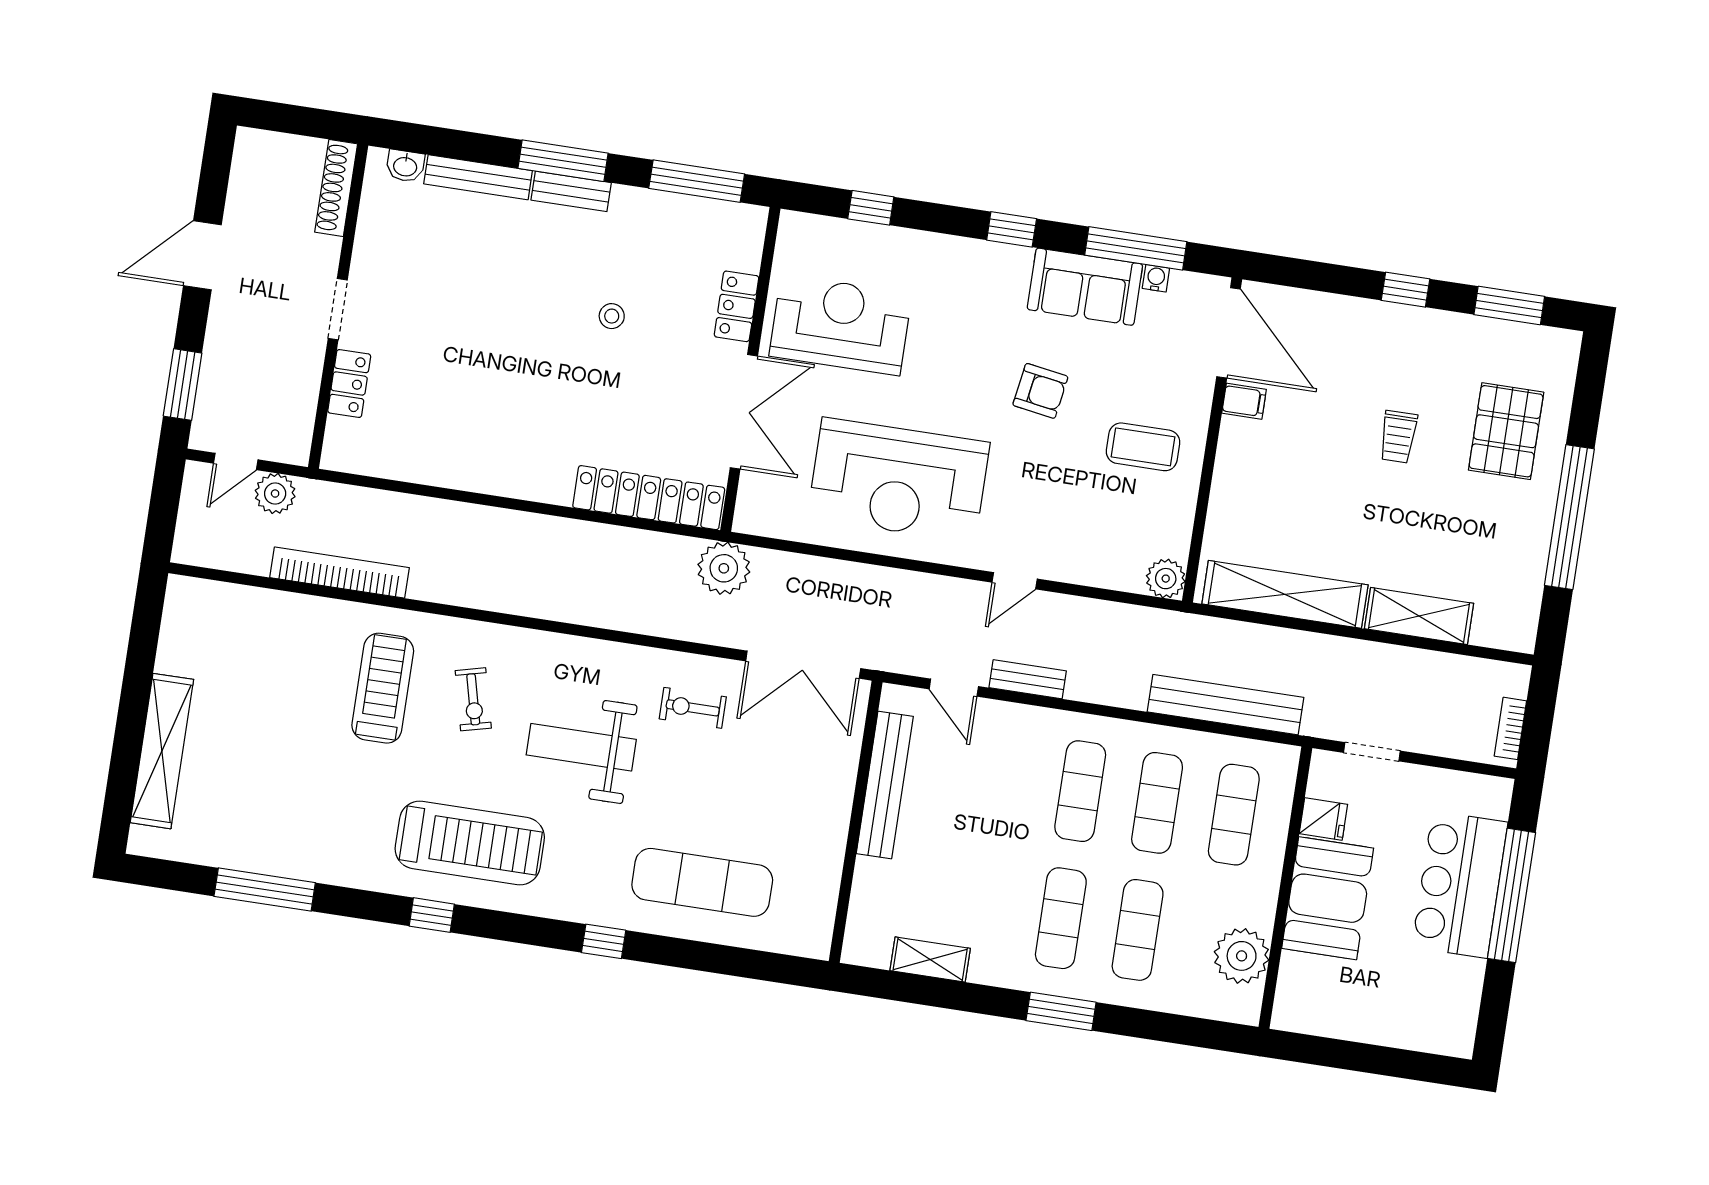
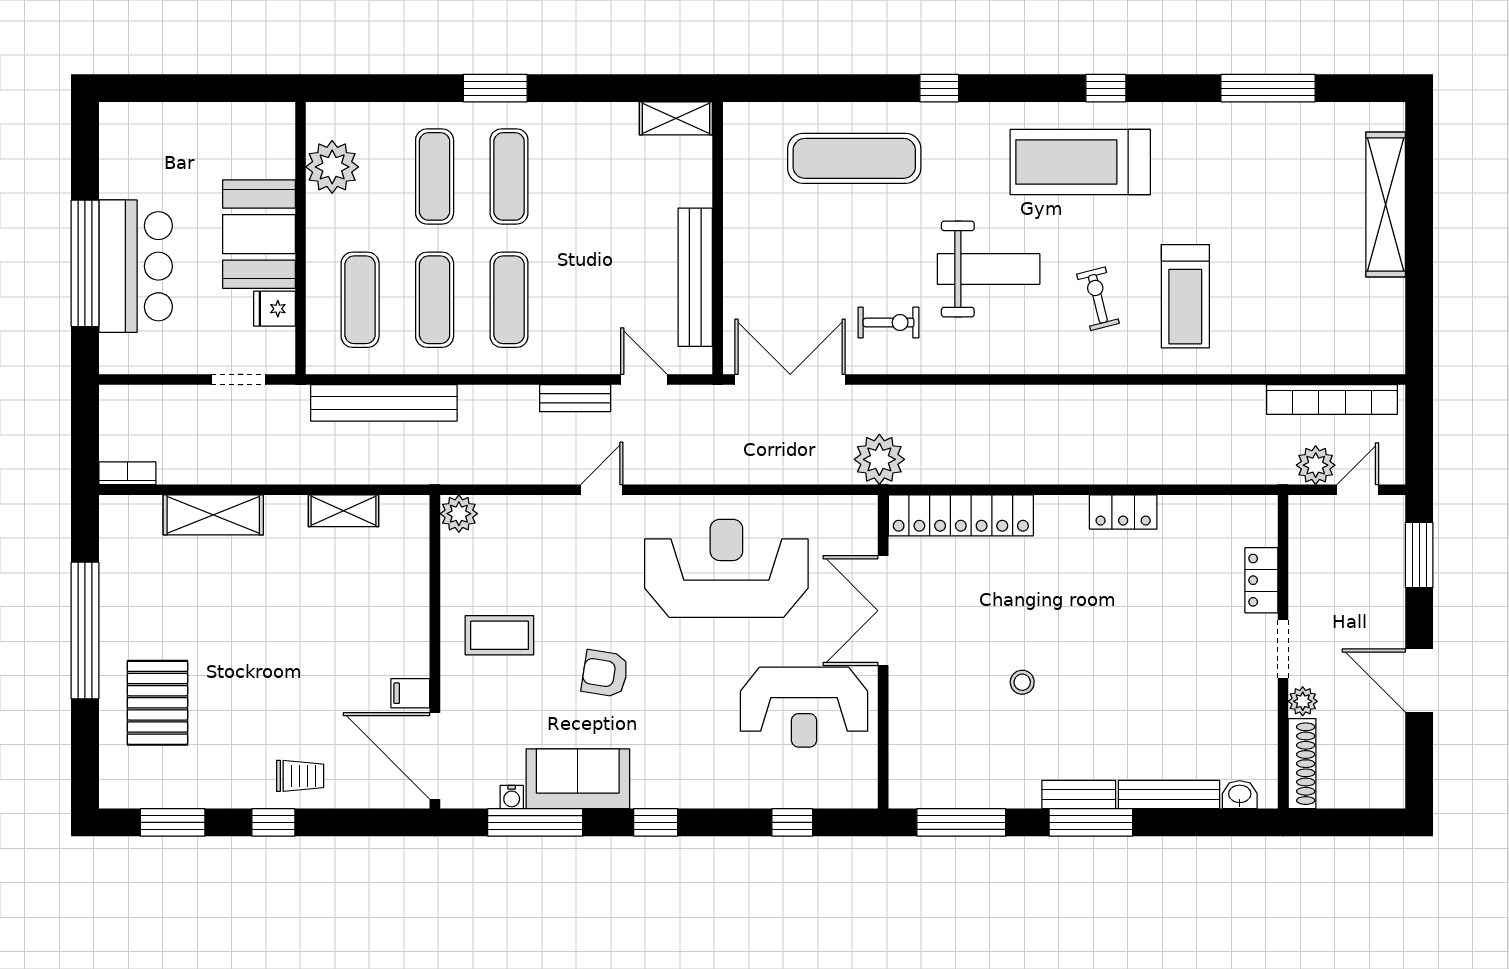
plant: (326, 252) -> (1303, 701), added
door: (202, 255) -> (1419, 680), swing flipped
locker: (736, 306) -> (1123, 512), moved, turned 90
trolley: (1398, 437) -> (300, 776), moved, turned 90
bookcase: (340, 573) -> (1332, 399), moved
shelving: (1285, 594) -> (344, 511), width x0.45, depth x0.75
bookcase: (1510, 728) -> (127, 473), moved, turned -90
shelving: (930, 959) -> (676, 118), moved

